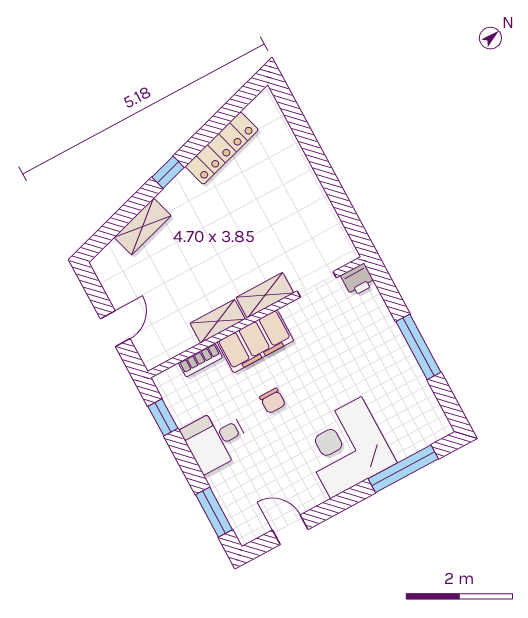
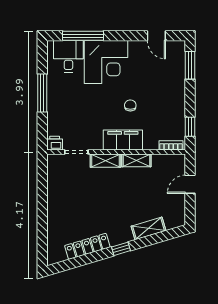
bookcase: (200, 360) -> (171, 145), moved
desk: (216, 440) -> (68, 56), moved, turned -90

